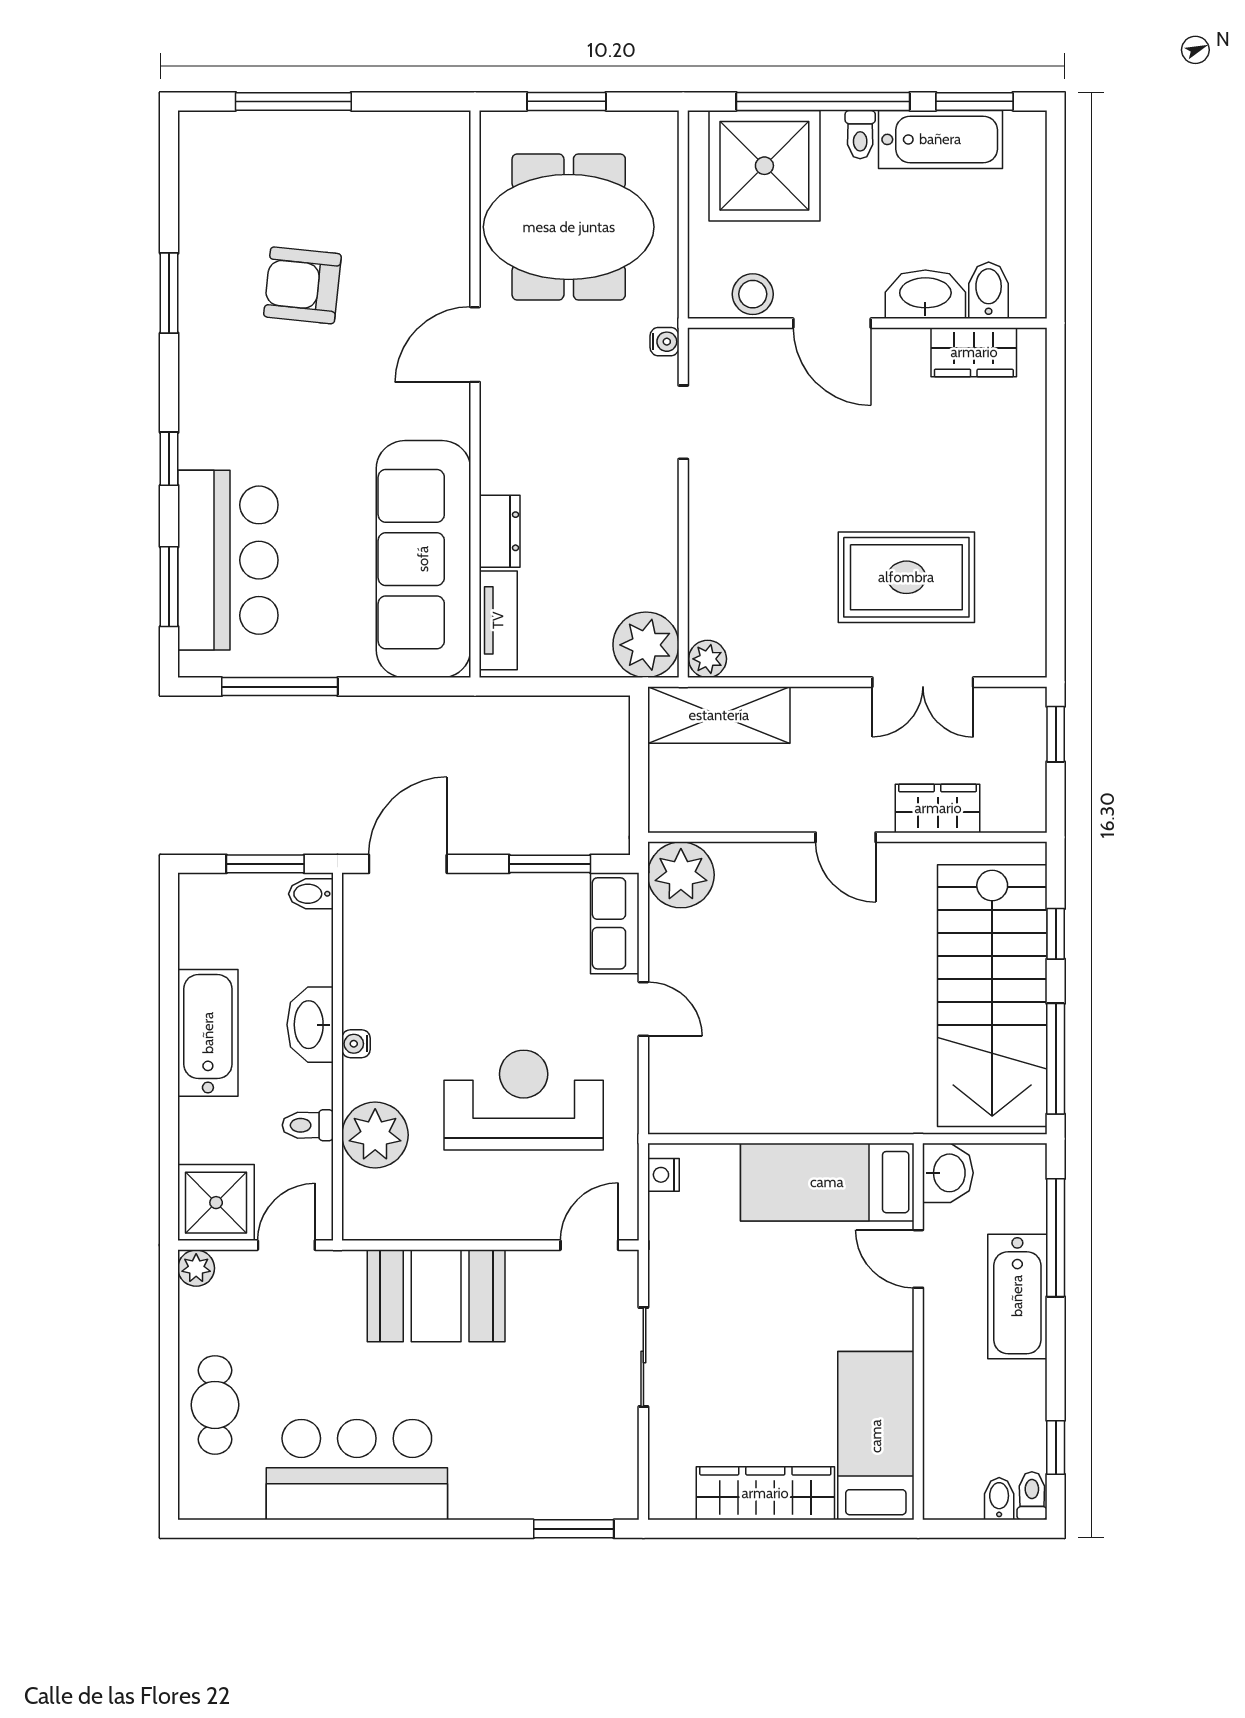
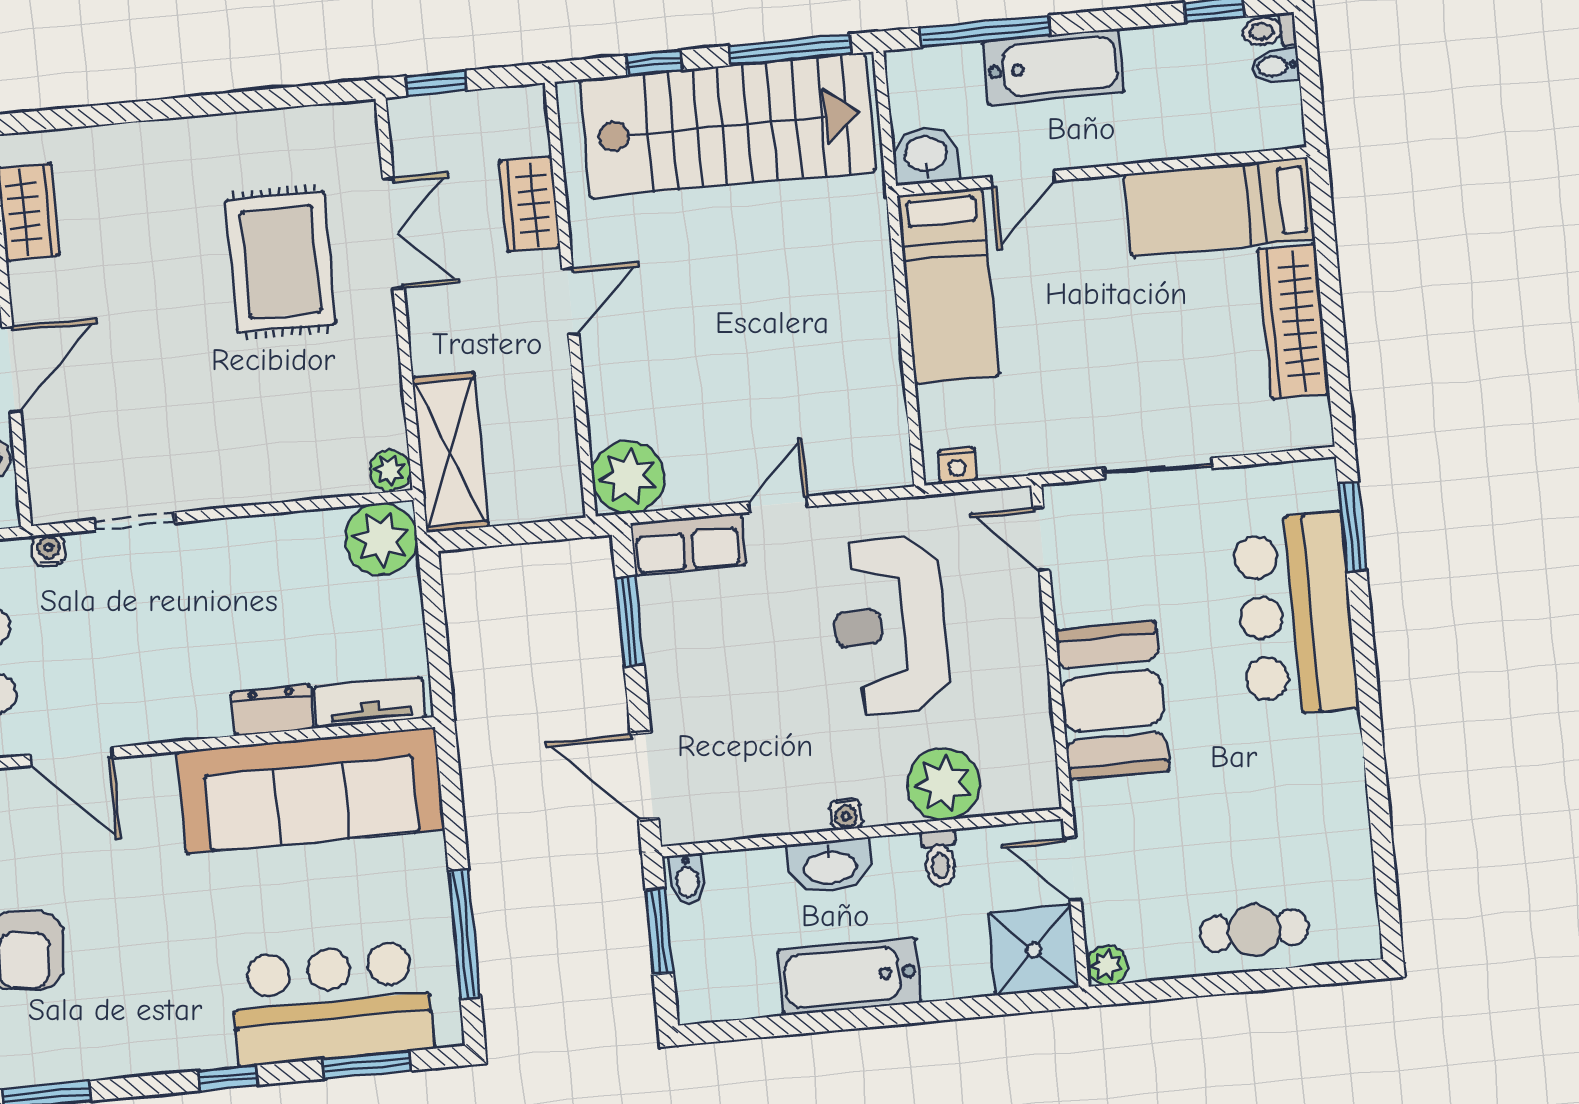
bar counter: (357, 1470) -> (1295, 615), moved

